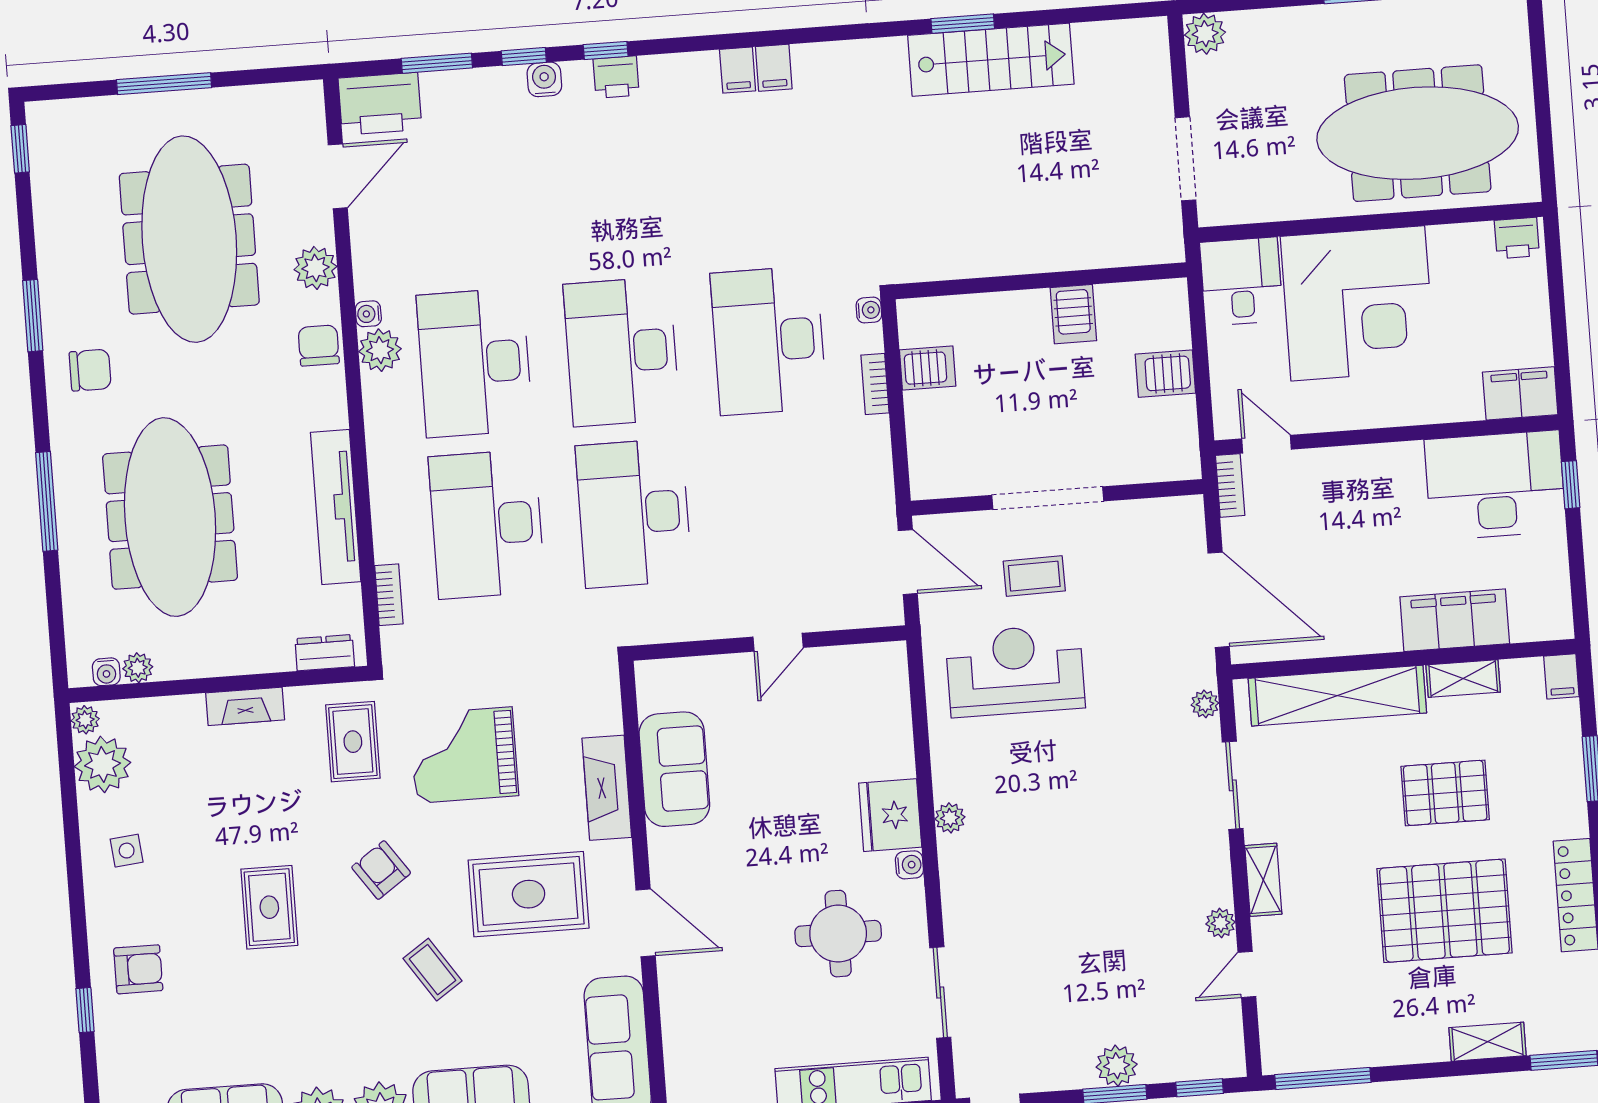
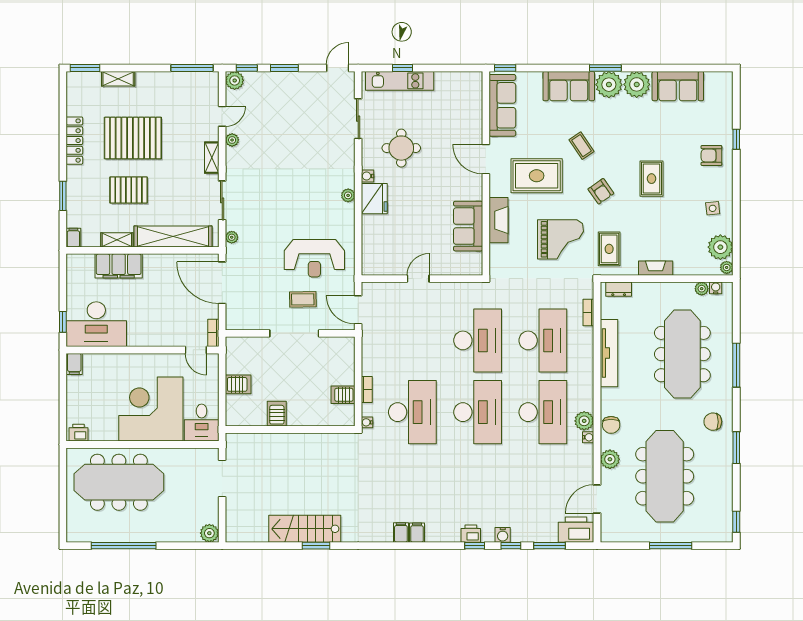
filing cabinet: (1520, 393) -> (74, 364), width x0.50
plant: (1117, 1066) -> (235, 80), moved

